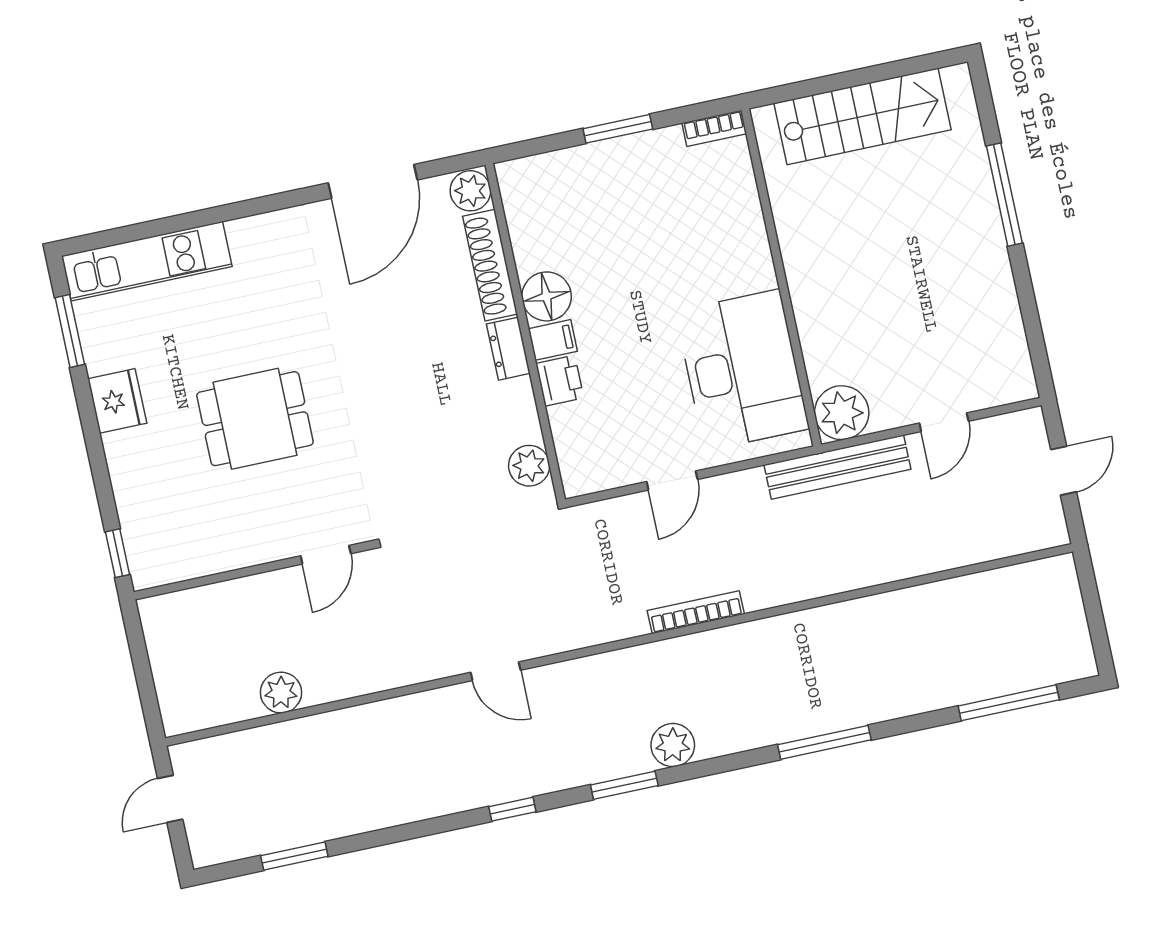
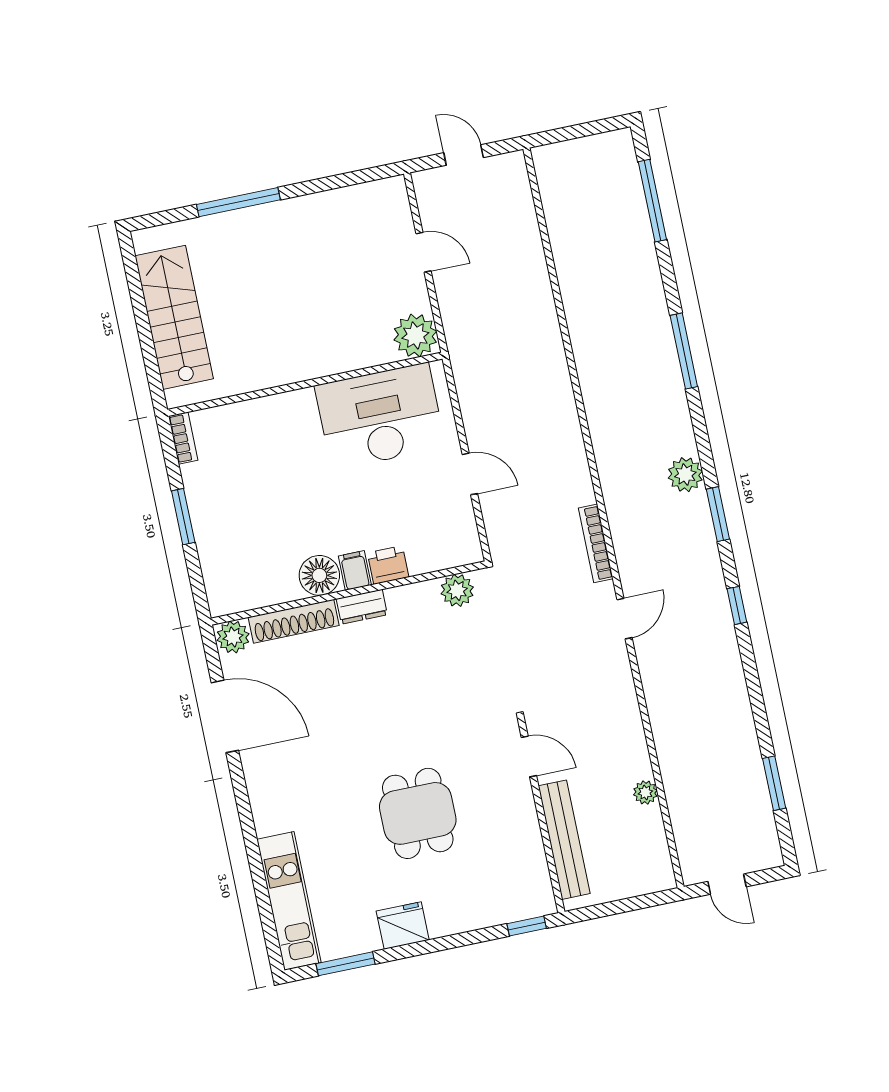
bench: (837, 467) -> (564, 840), moved
bookcase: (696, 612) -> (596, 543), moved
plant: (281, 693) -> (645, 792), width x0.73, depth x0.73

